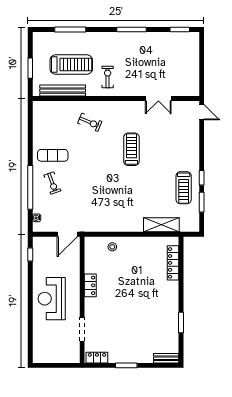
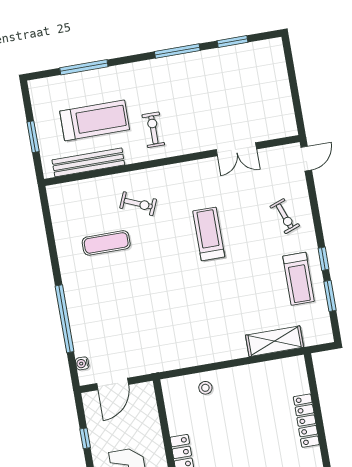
window: (180, 29) -> (233, 41), moved
door: (202, 112) -> (306, 159), hinge flipped
exercise mat: (53, 155) -> (106, 243), moved
exercise bike: (52, 183) -> (285, 216), moved
door: (67, 234) -> (113, 384), moved
window: (30, 254) -> (85, 438), moved
locker: (173, 263) -> (306, 421), moved

